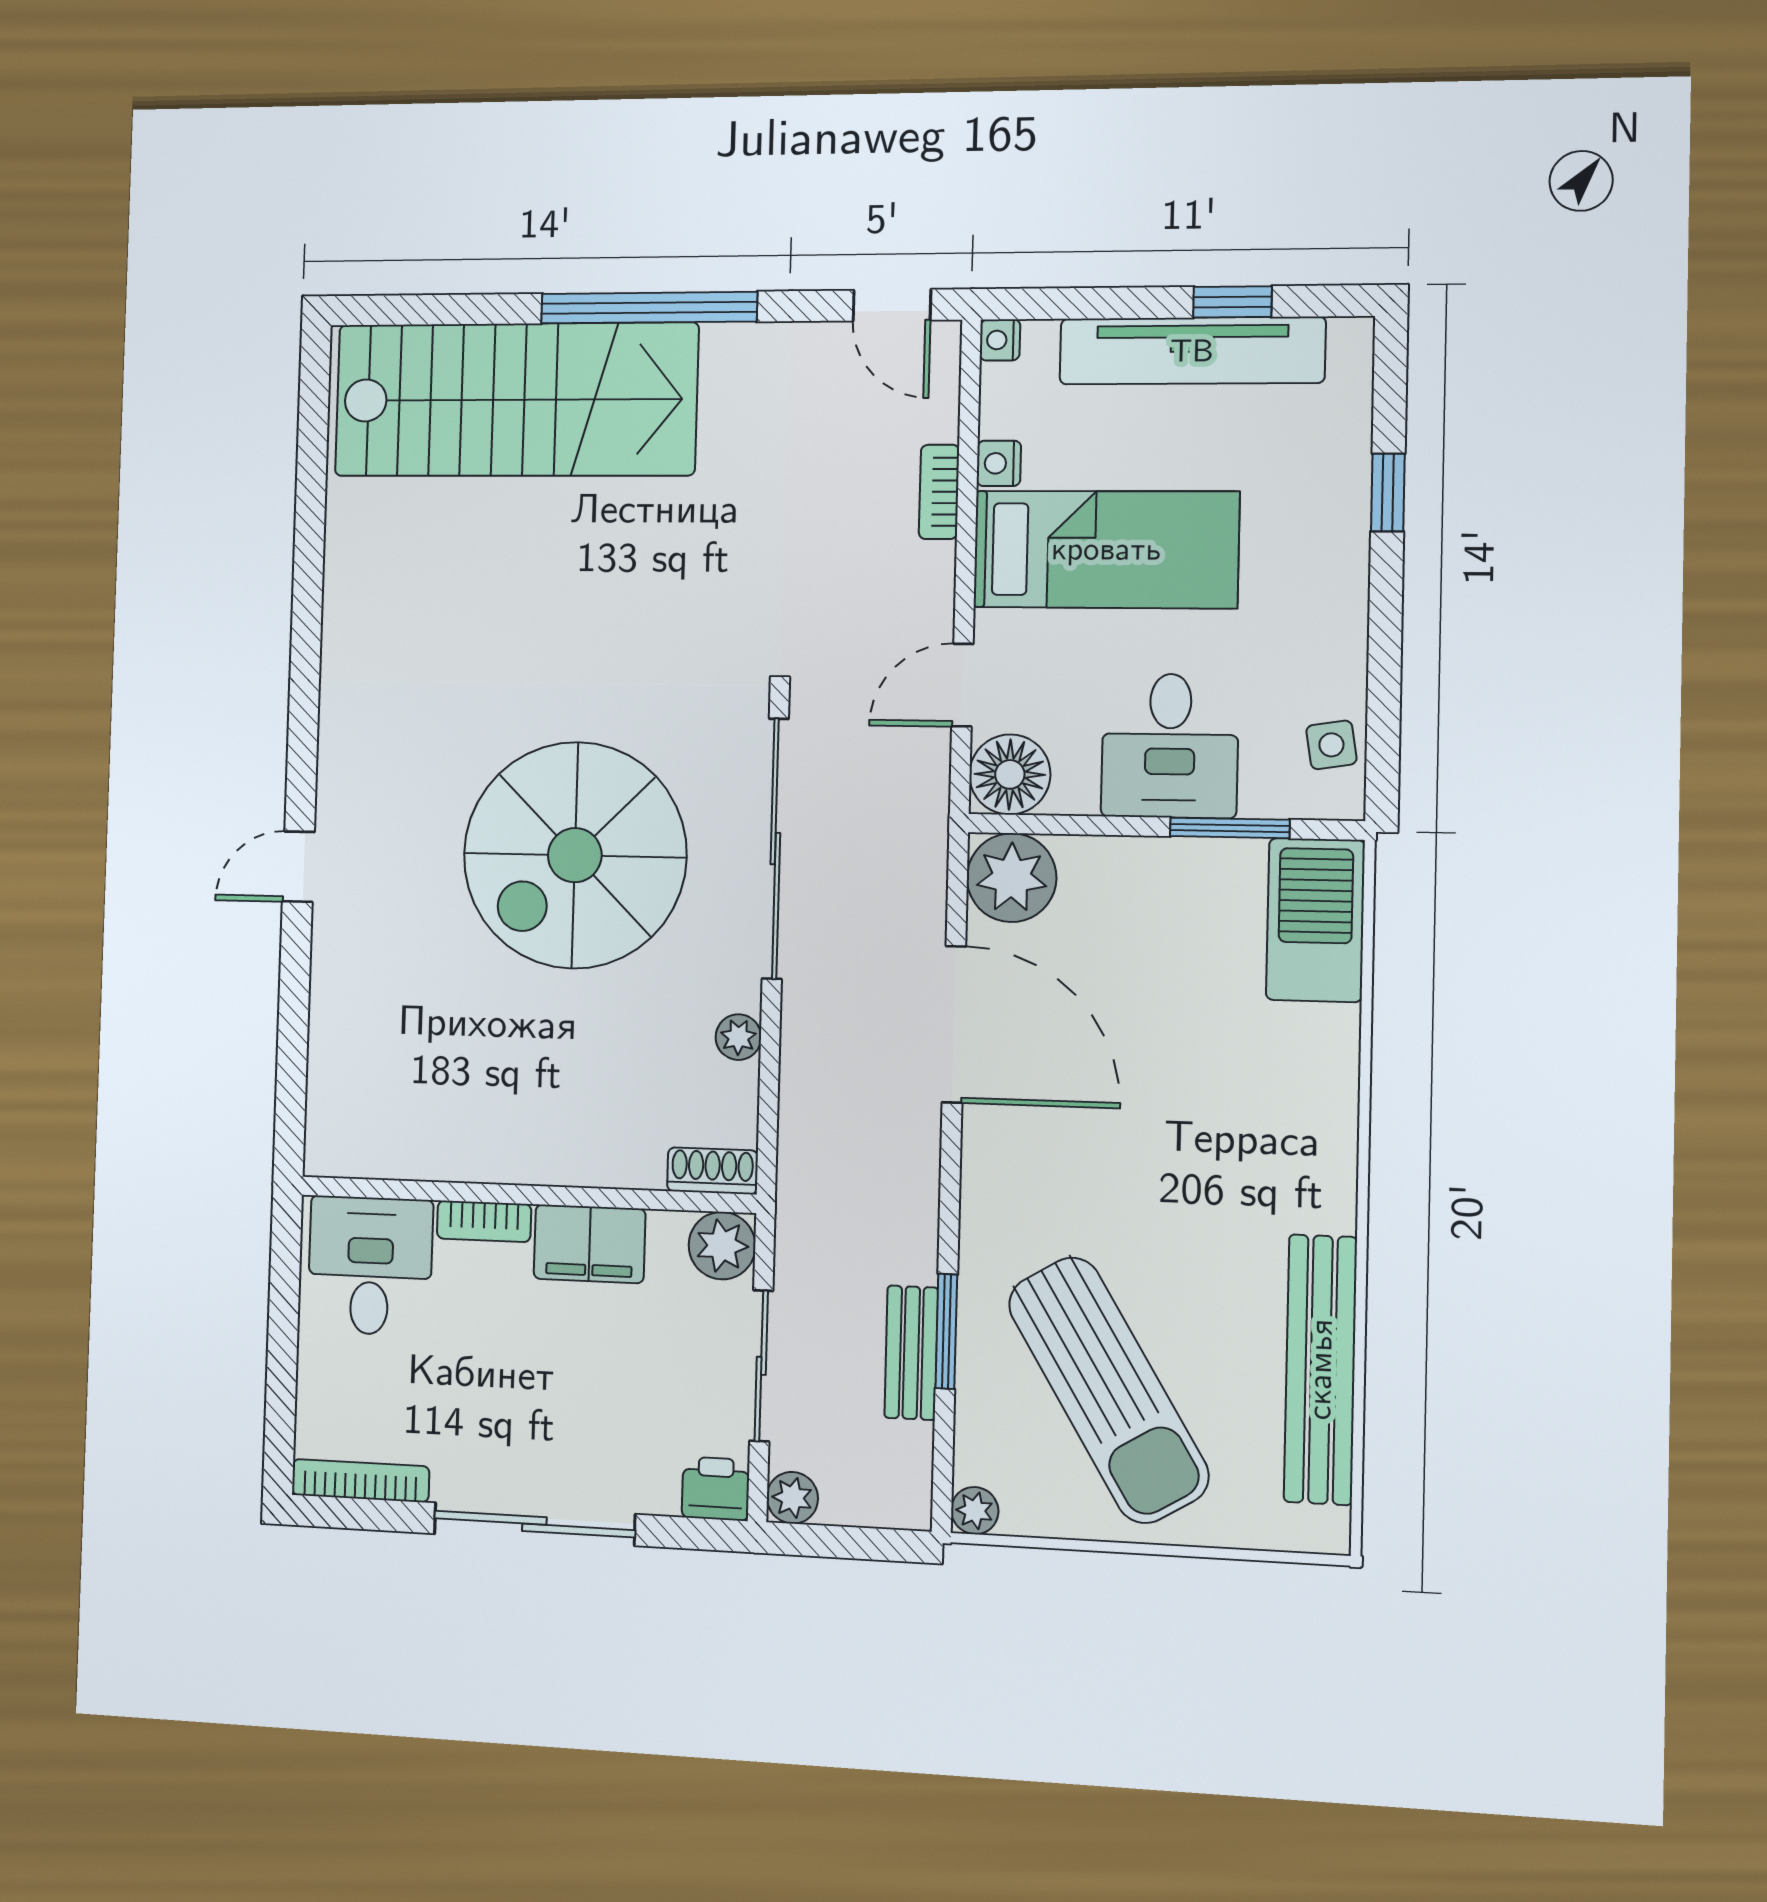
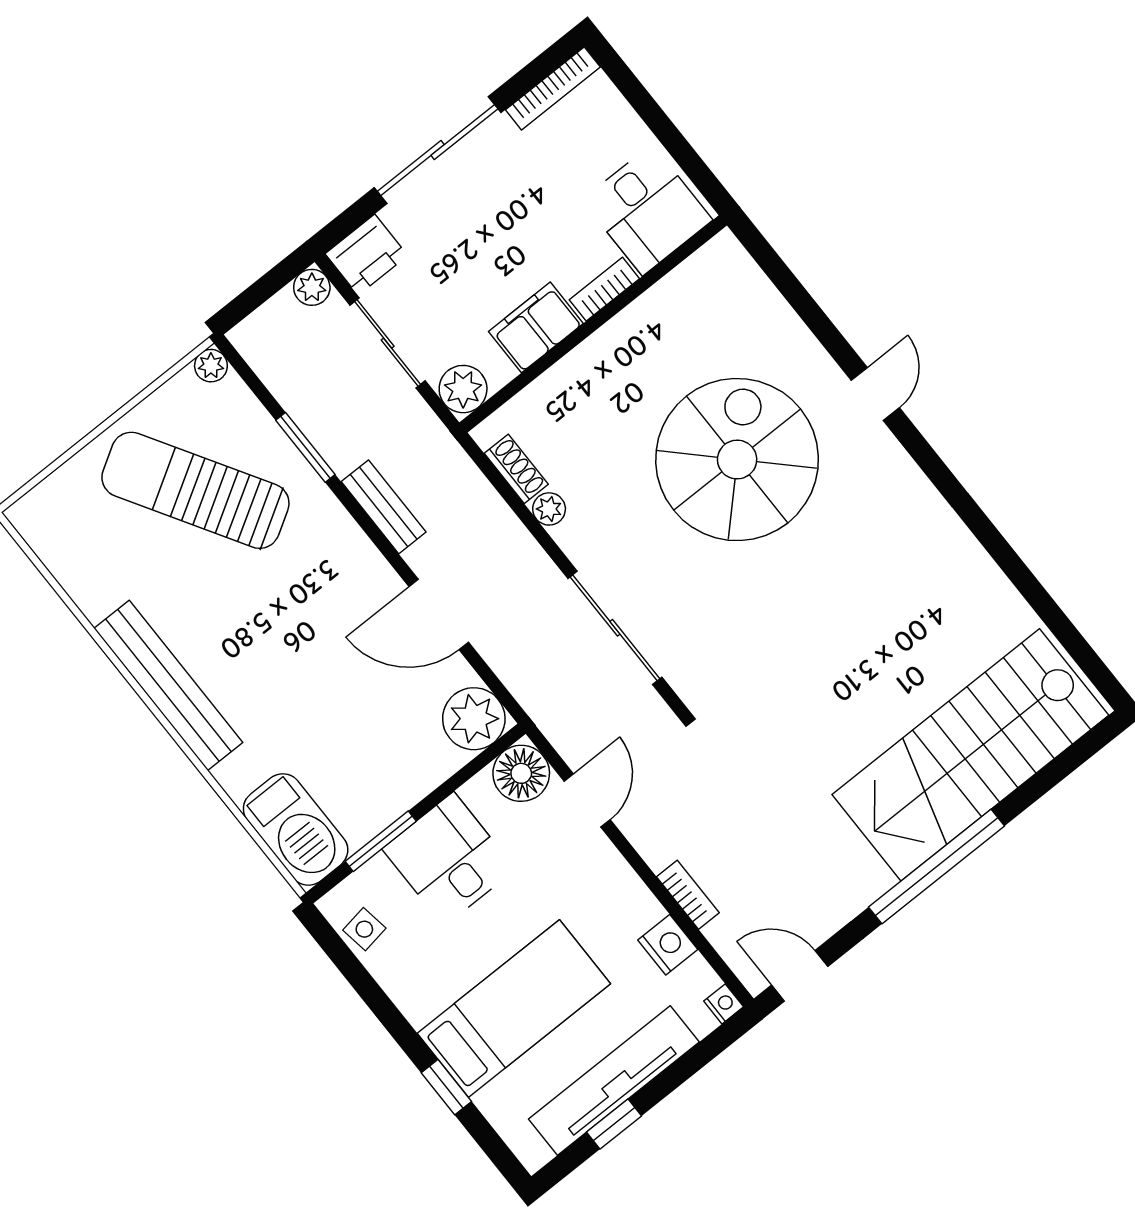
nightstand: (999, 463) -> (668, 945), width x1.39, depth x1.35
bed: (1106, 549) -> (514, 1008), moved, turned 180
sliding door: (775, 849) -> (615, 628), width x0.73
spiral stairs: (575, 855) -> (737, 460), moved
door: (954, 1024) -> (439, 614), width x0.73
shoe rack: (712, 1171) -> (516, 469), moved, turned -90
bench: (911, 1353) -> (384, 507), moved
bench: (1320, 1369) -> (168, 685), moved
printer: (716, 1489) -> (366, 255), width x1.36, depth x1.24

